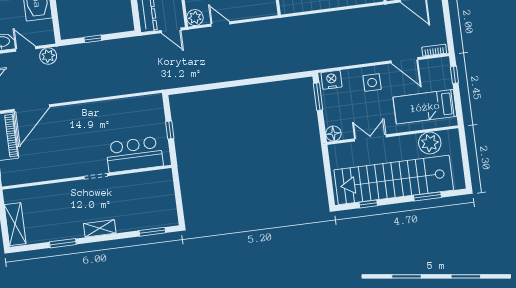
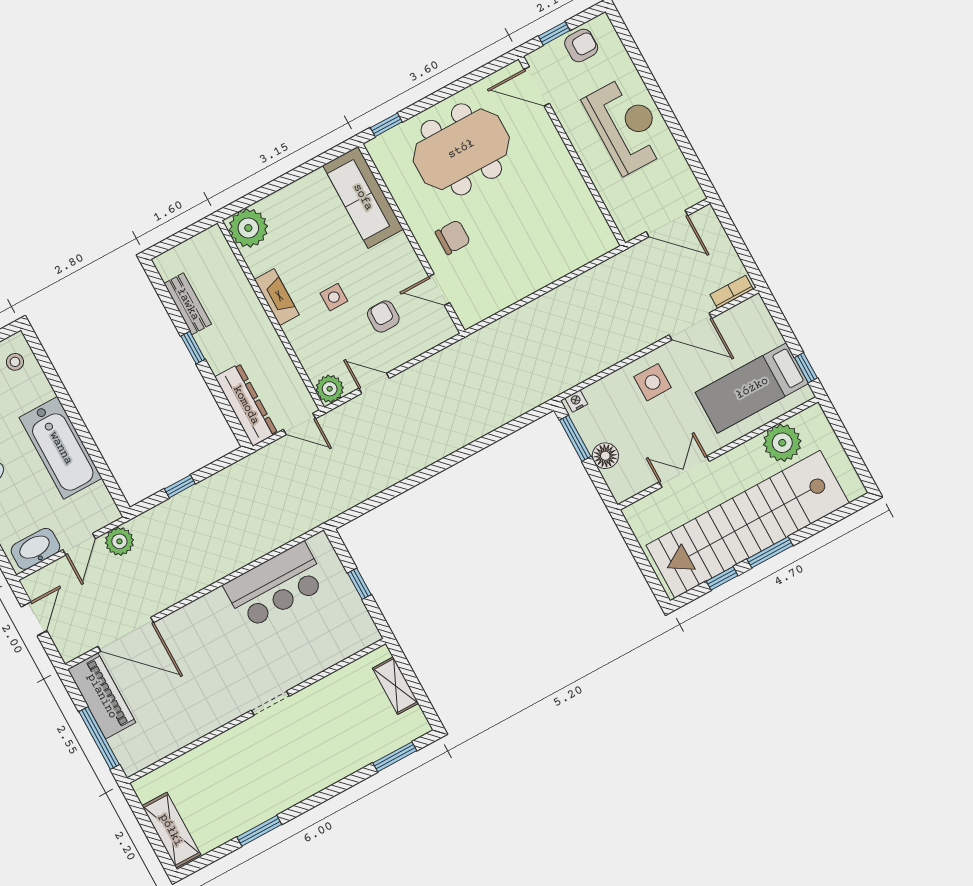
door: (26, 49) -> (79, 544), swing flipped
window: (454, 75) -> (806, 368), moved
nightstand: (331, 80) -> (576, 401), width x0.53, depth x0.56
door: (32, 108) -> (126, 634), hinge flipped
floor lamp: (333, 134) -> (605, 456), moved
bar counter: (134, 154) -> (275, 585), moved, turned 180
window: (427, 196) -> (770, 552), moved
shelving: (100, 228) -> (396, 686), moved, turned 90

